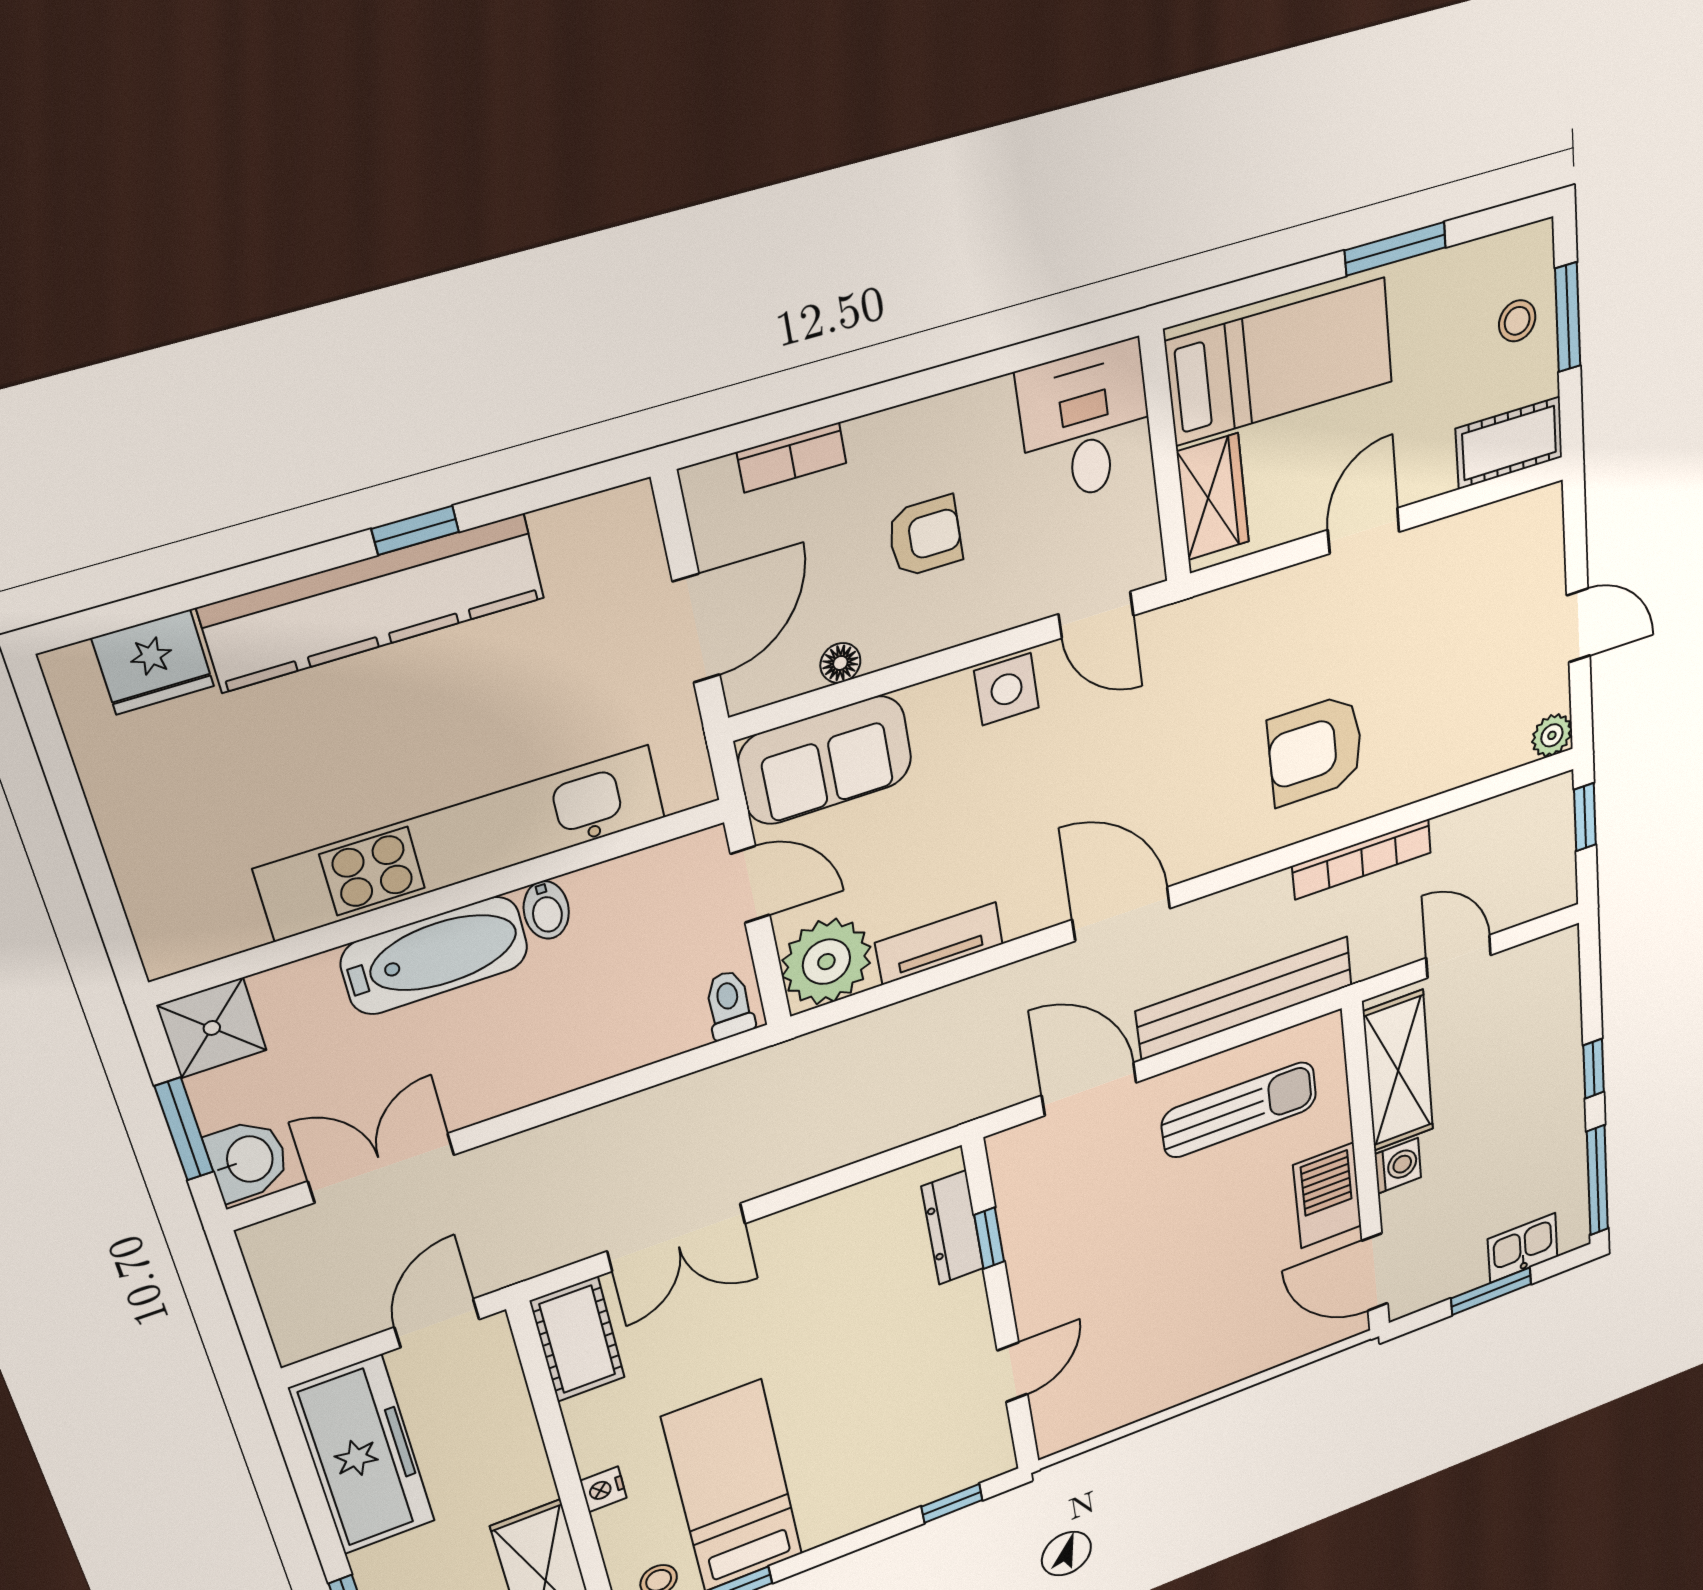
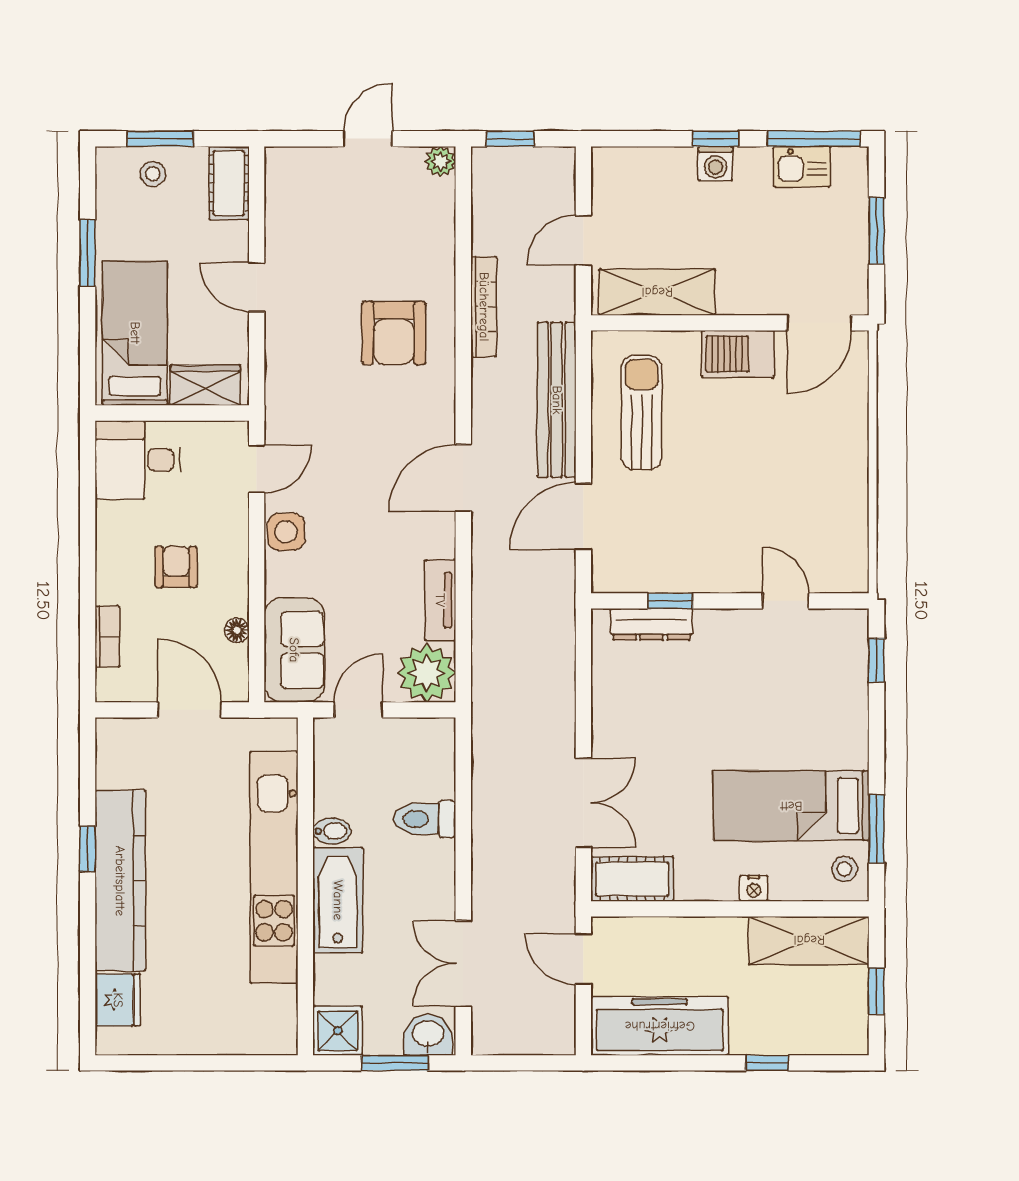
toilet: (729, 1005) -> (425, 819), moved, width x1.37, depth x1.39
washing machine: (1398, 1166) -> (715, 163), moved, turned 180
kitchen sink: (1523, 1248) -> (802, 167), moved, turned -90

